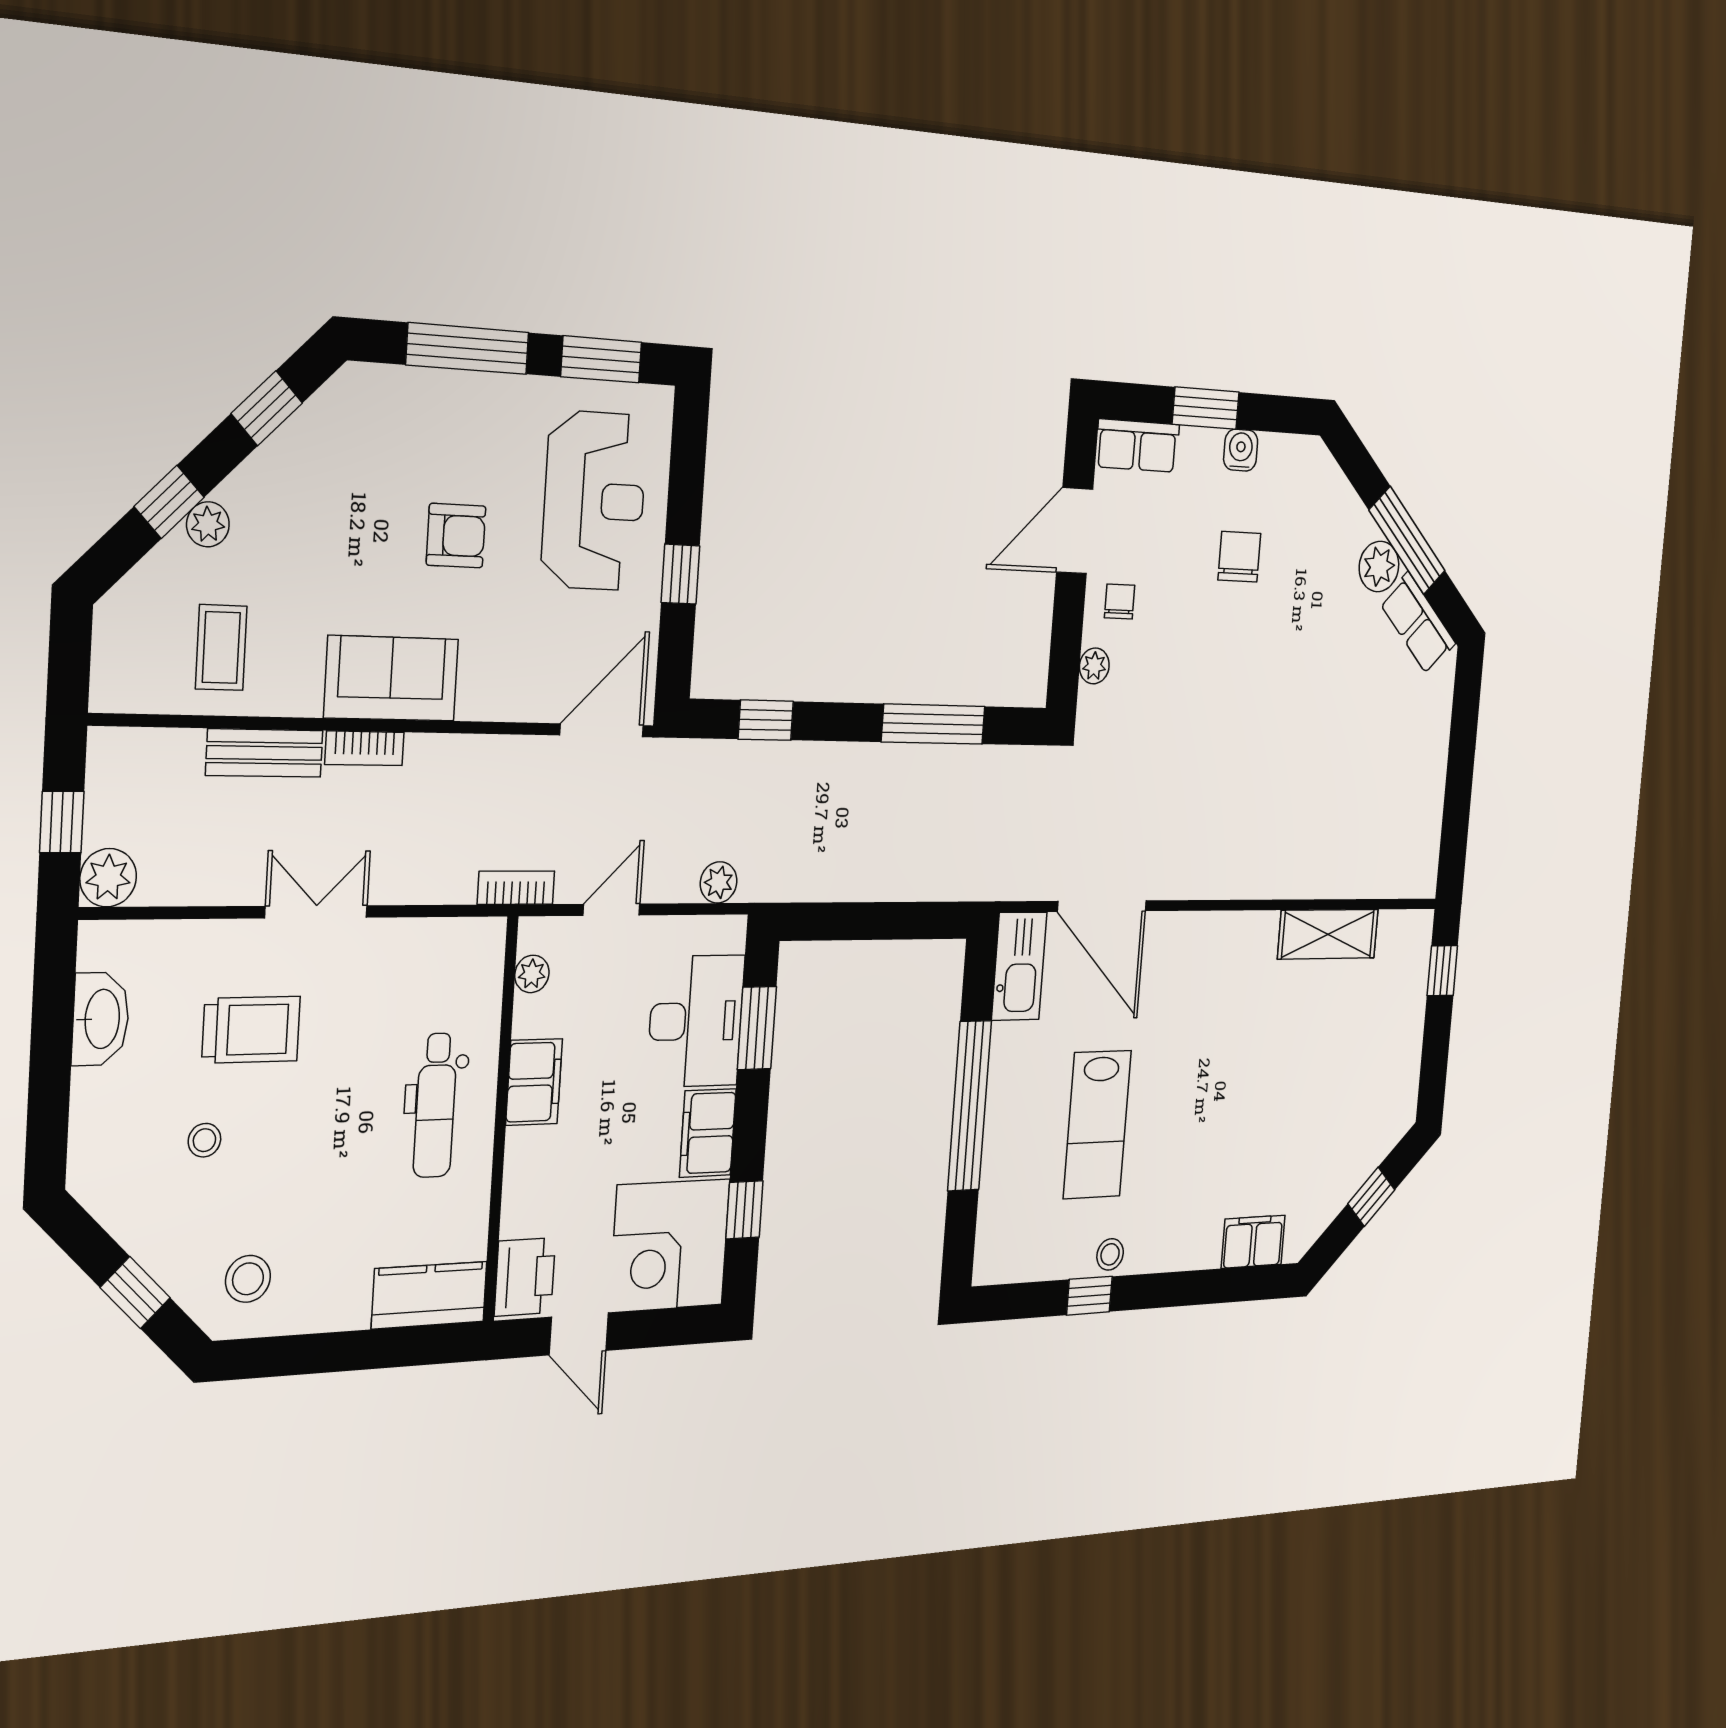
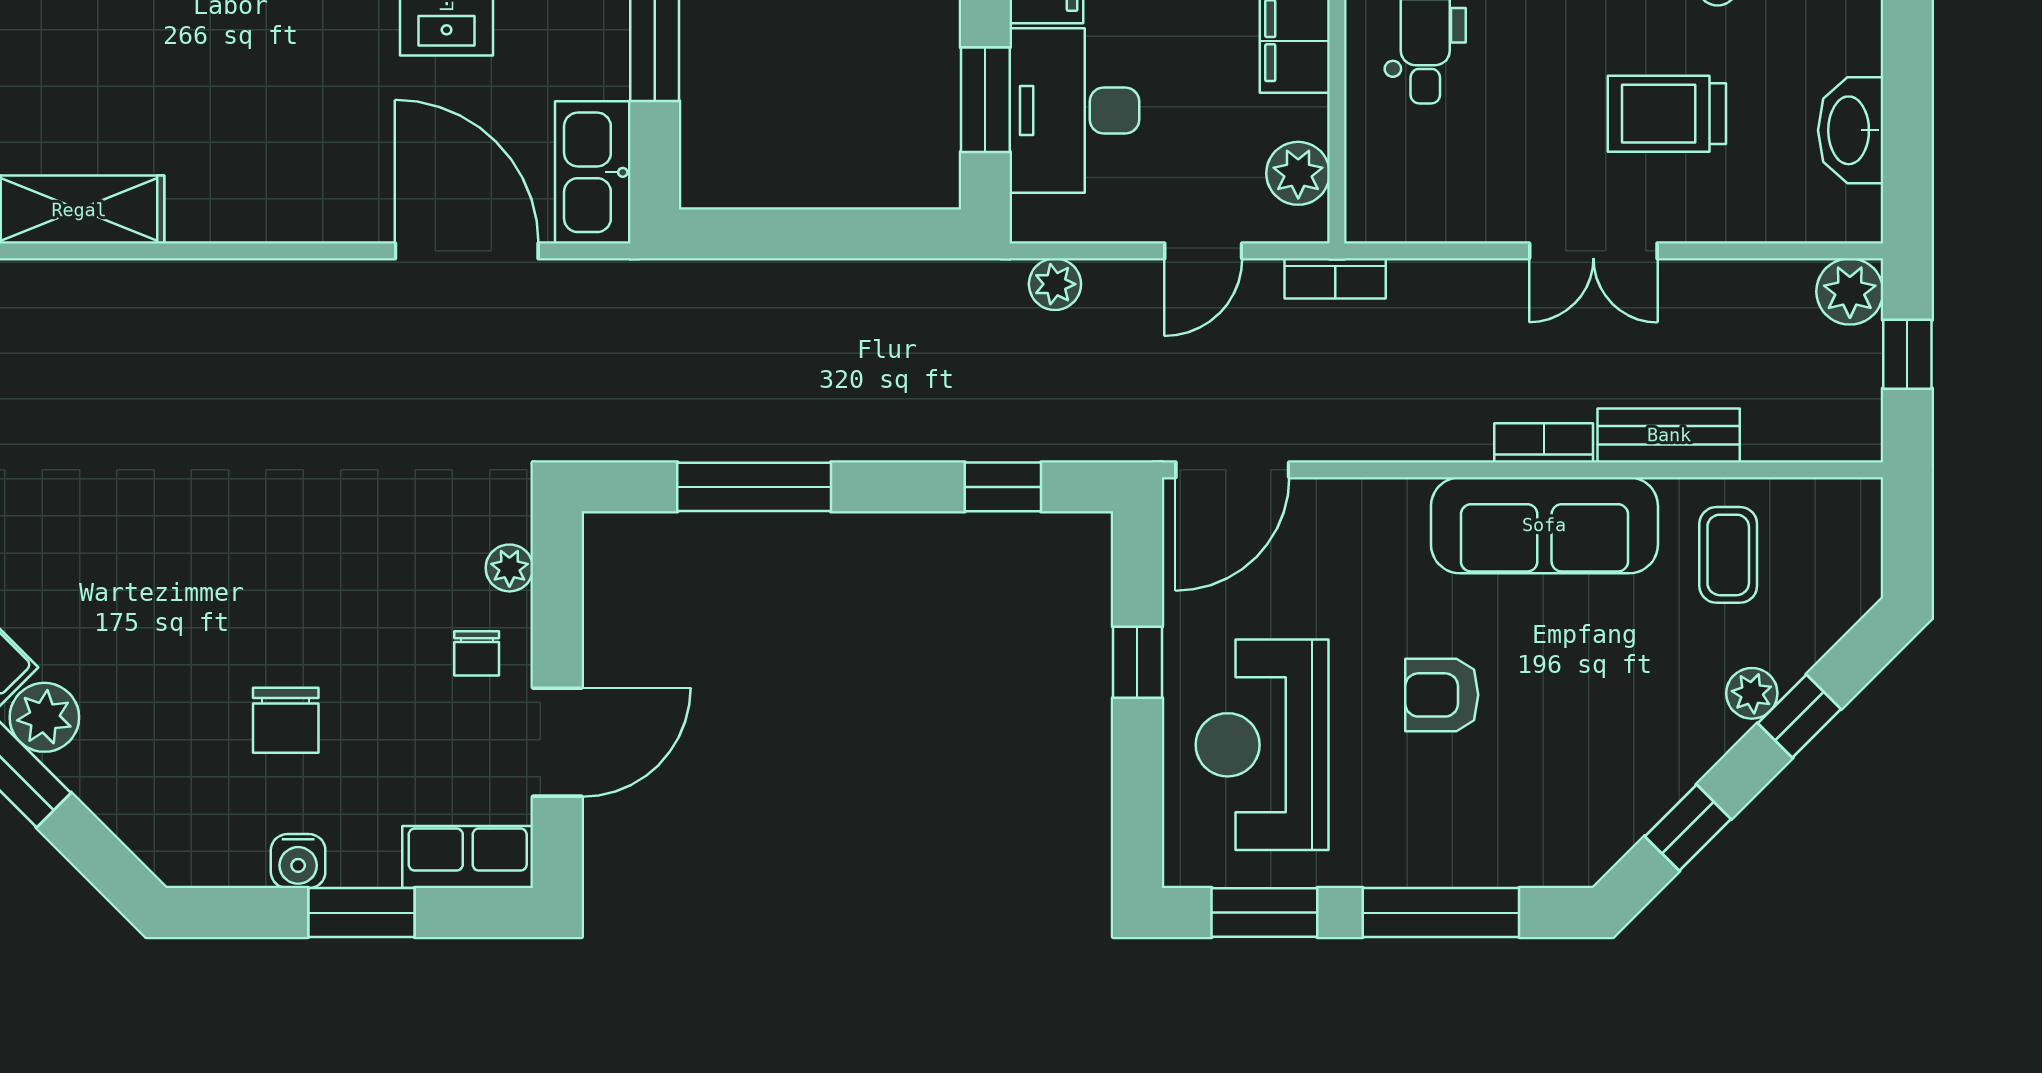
sofa: (391, 678) -> (1544, 525), width x1.36
plant: (532, 974) -> (1298, 173), width x1.38, depth x1.38

